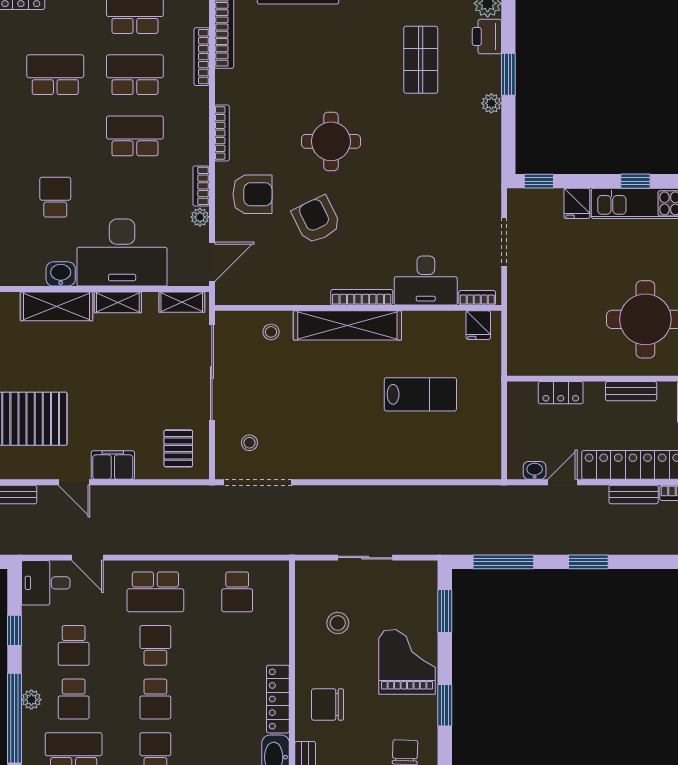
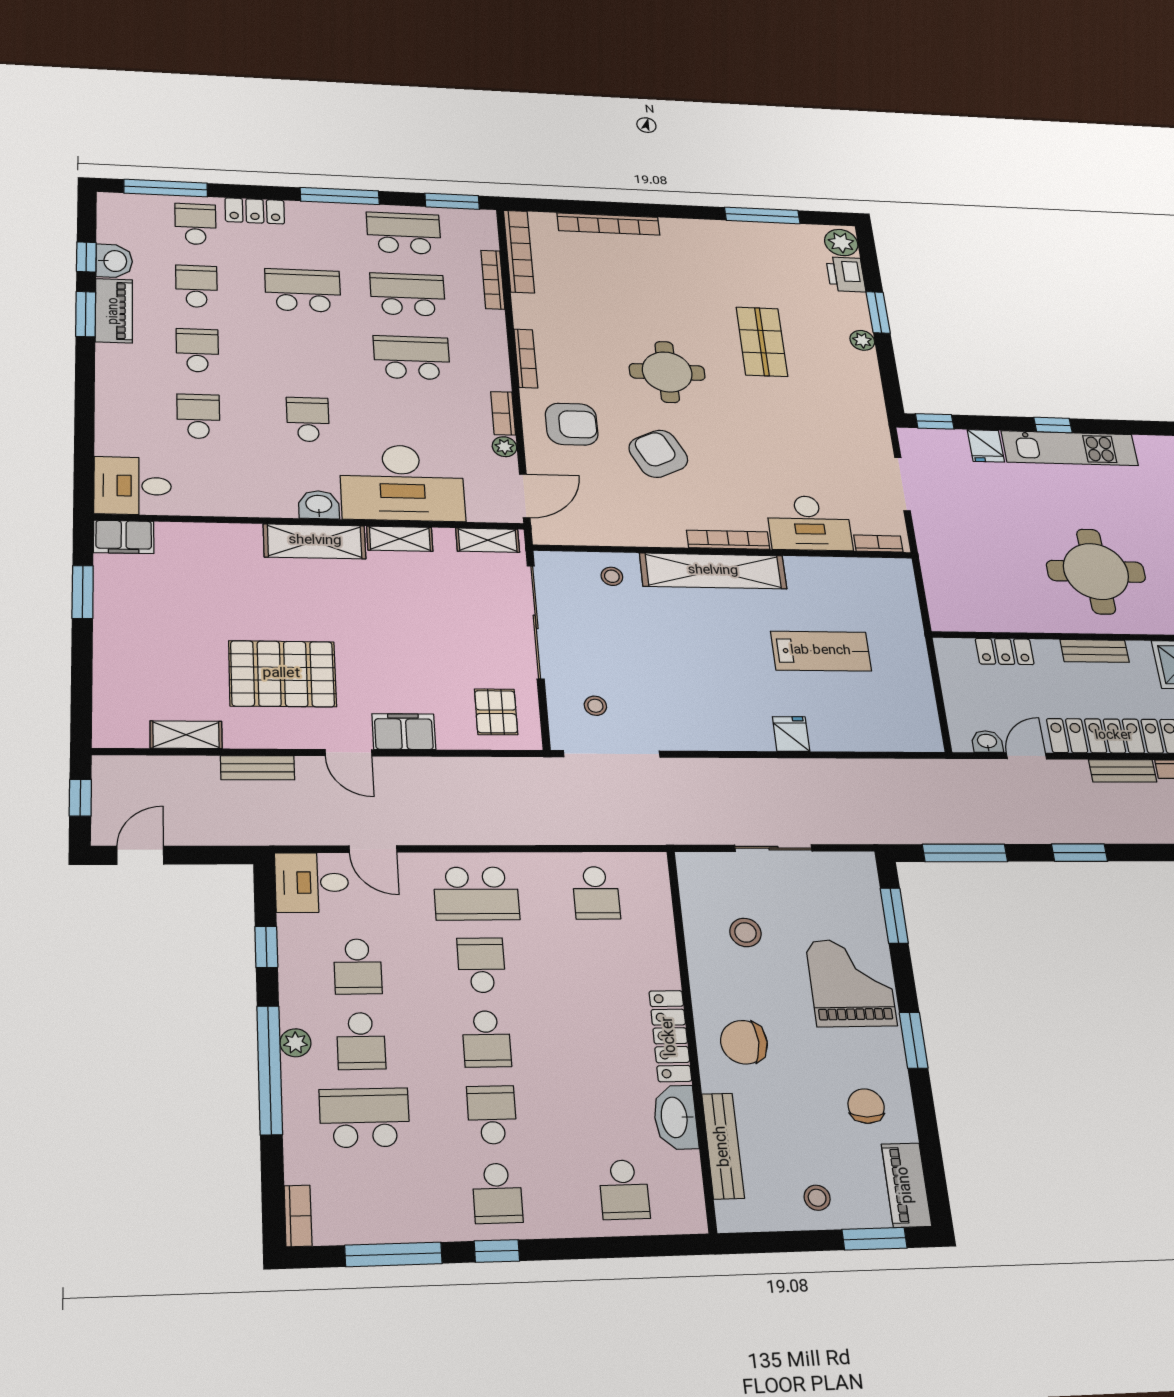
shop shelf: (421, 60) -> (762, 342), moved
fridge: (478, 325) -> (791, 734), moved, turned 180

